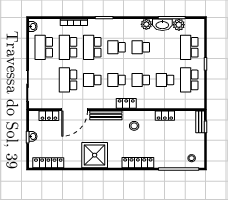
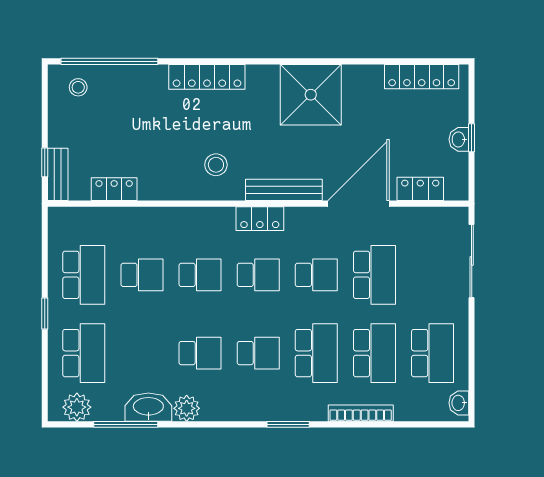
plant: (179, 25) -> (77, 407), moved
locker: (126, 103) -> (260, 219), moved
locker: (165, 116) -> (114, 189), moved

